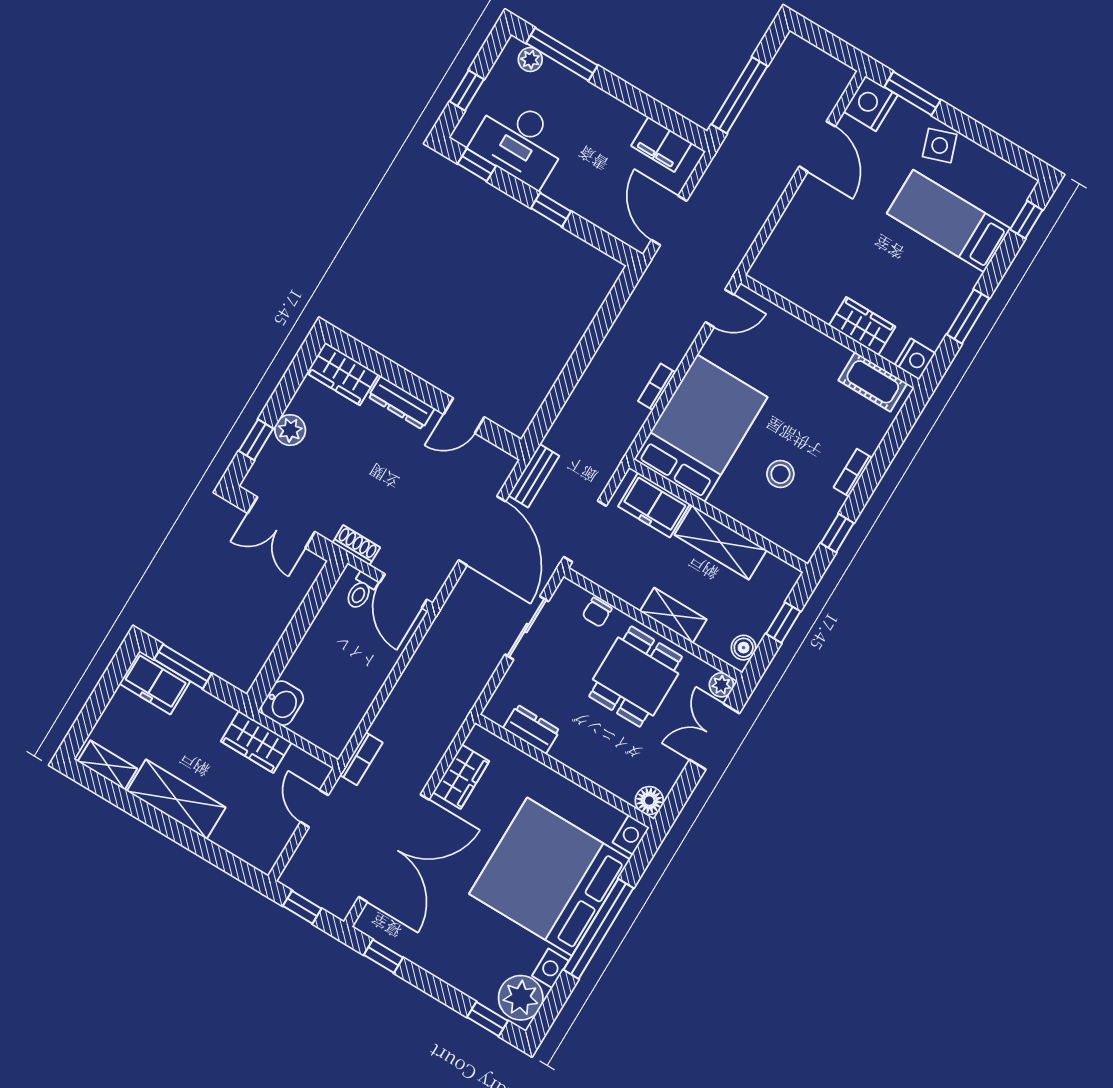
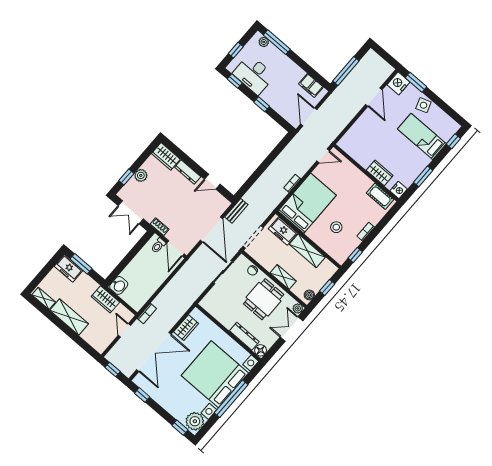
dresser: (532, 729) -> (244, 336), moved, width x1.44

